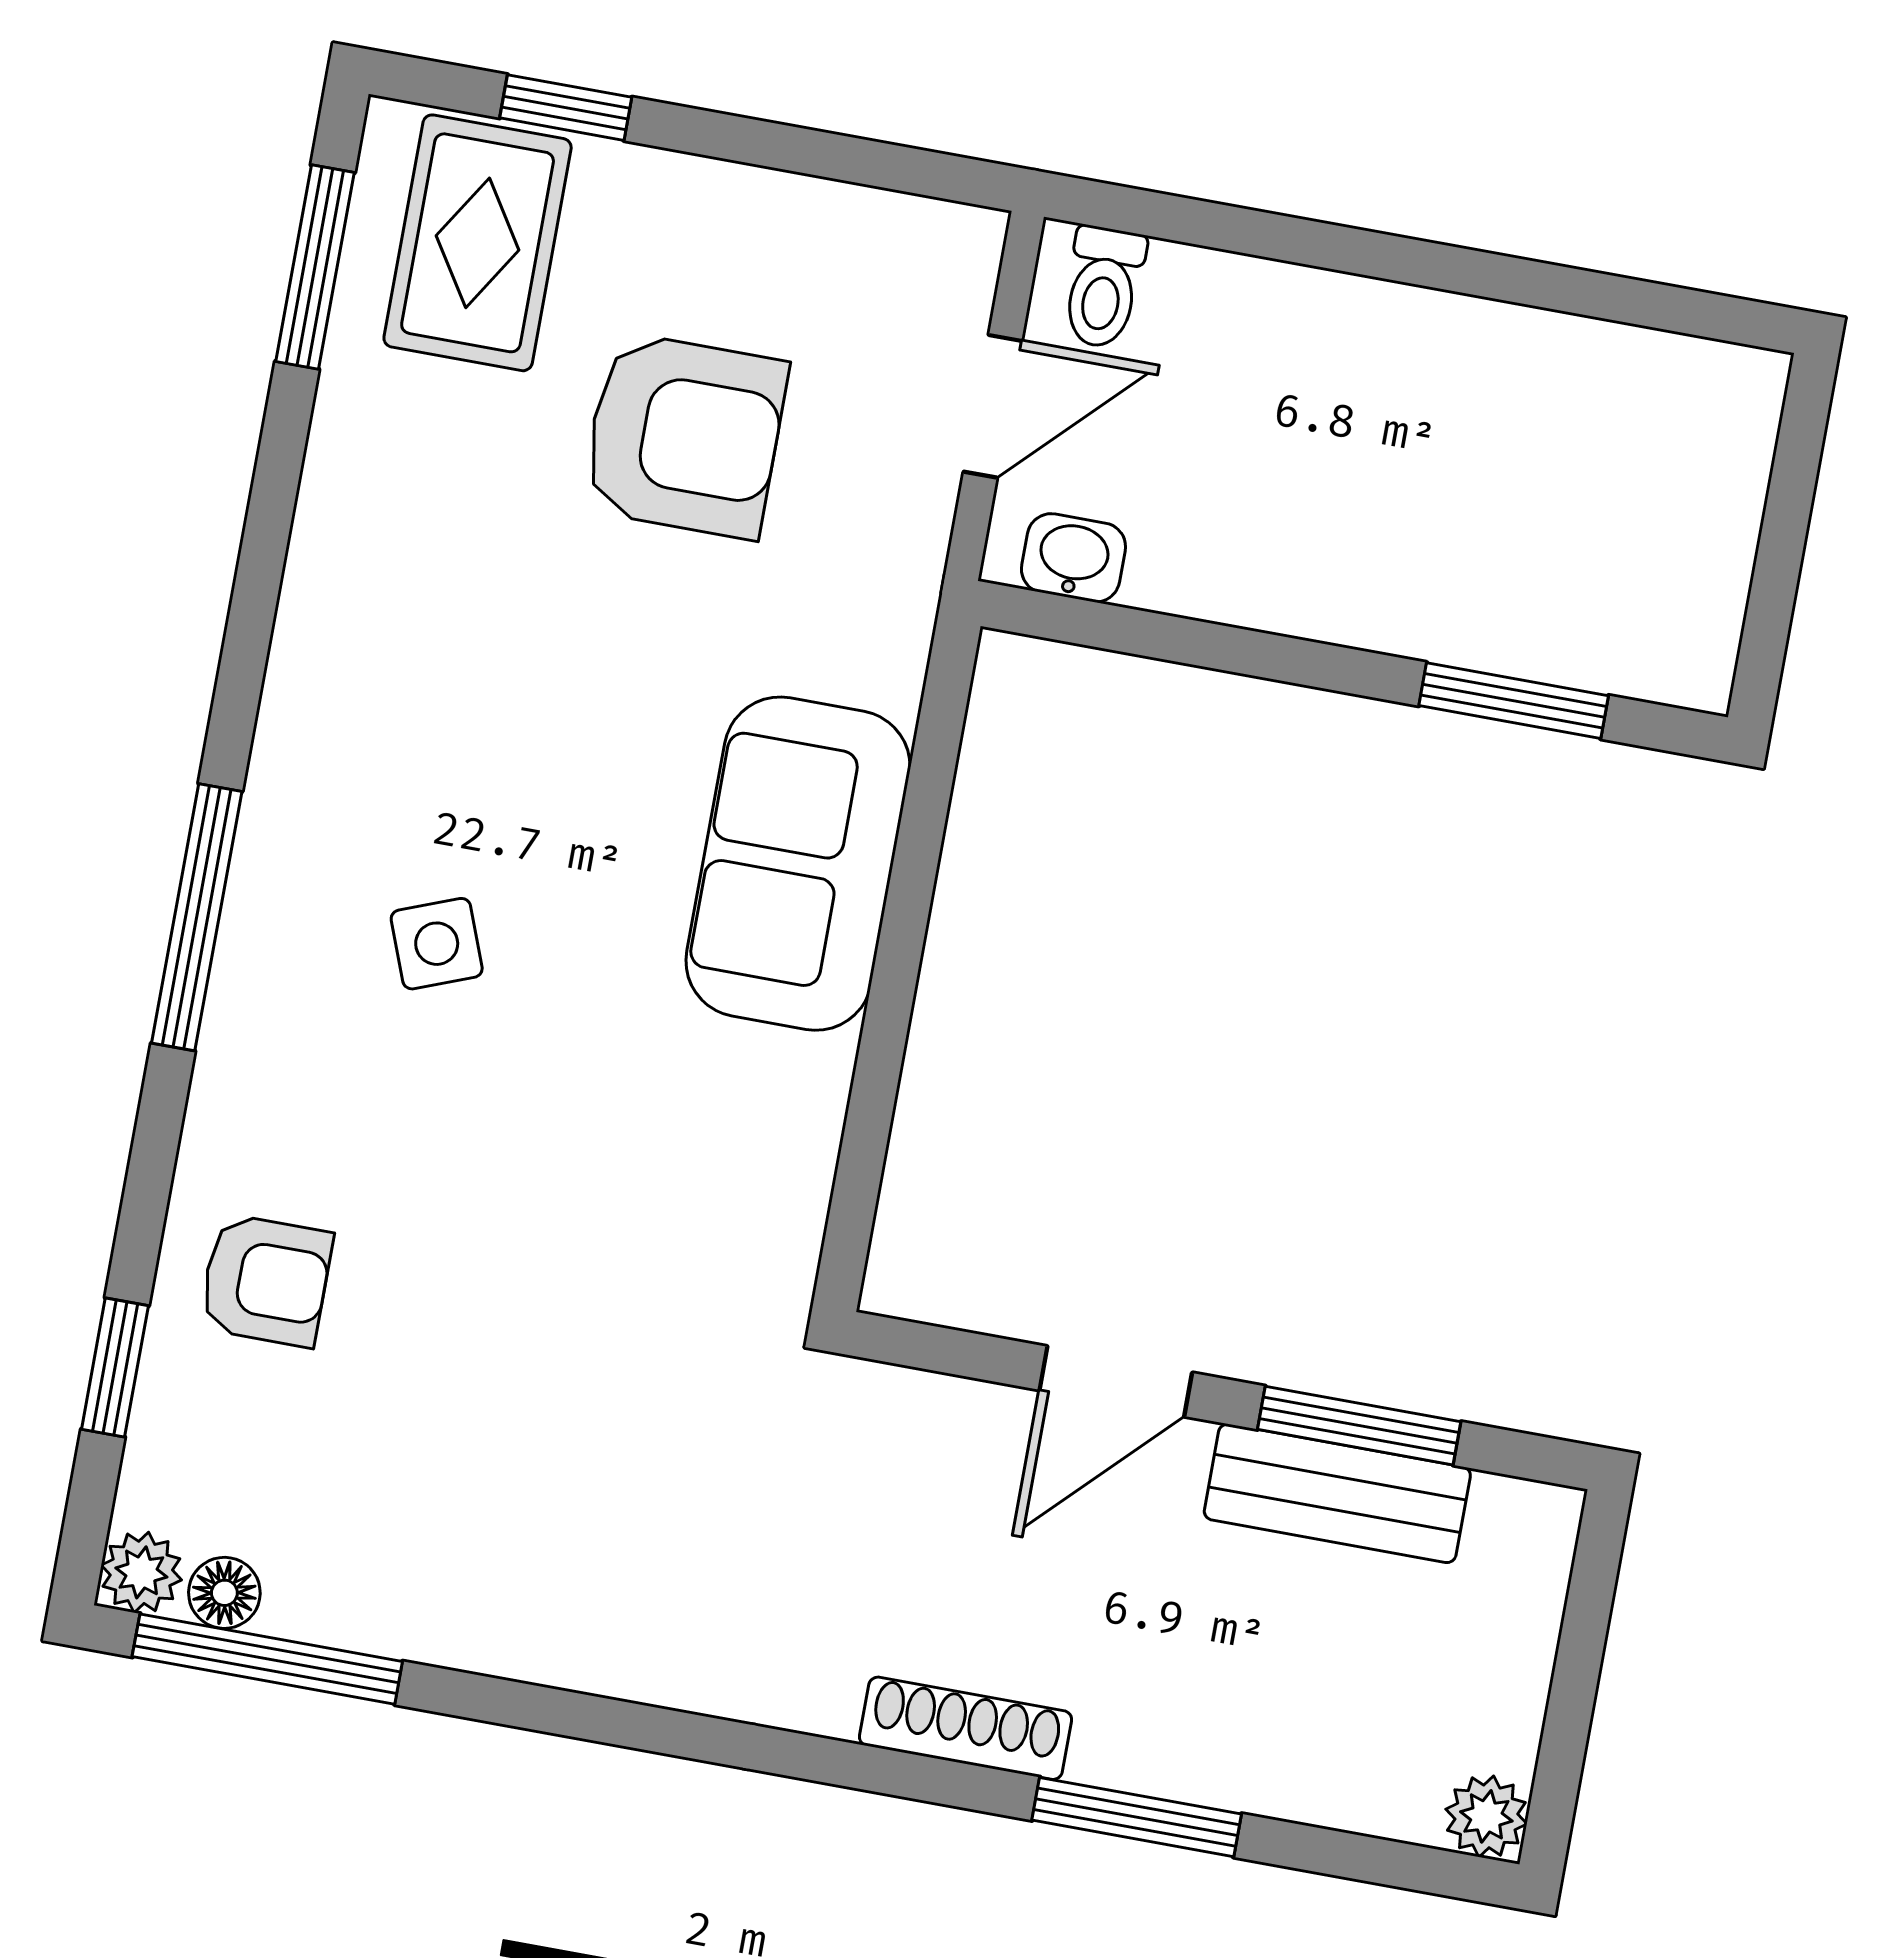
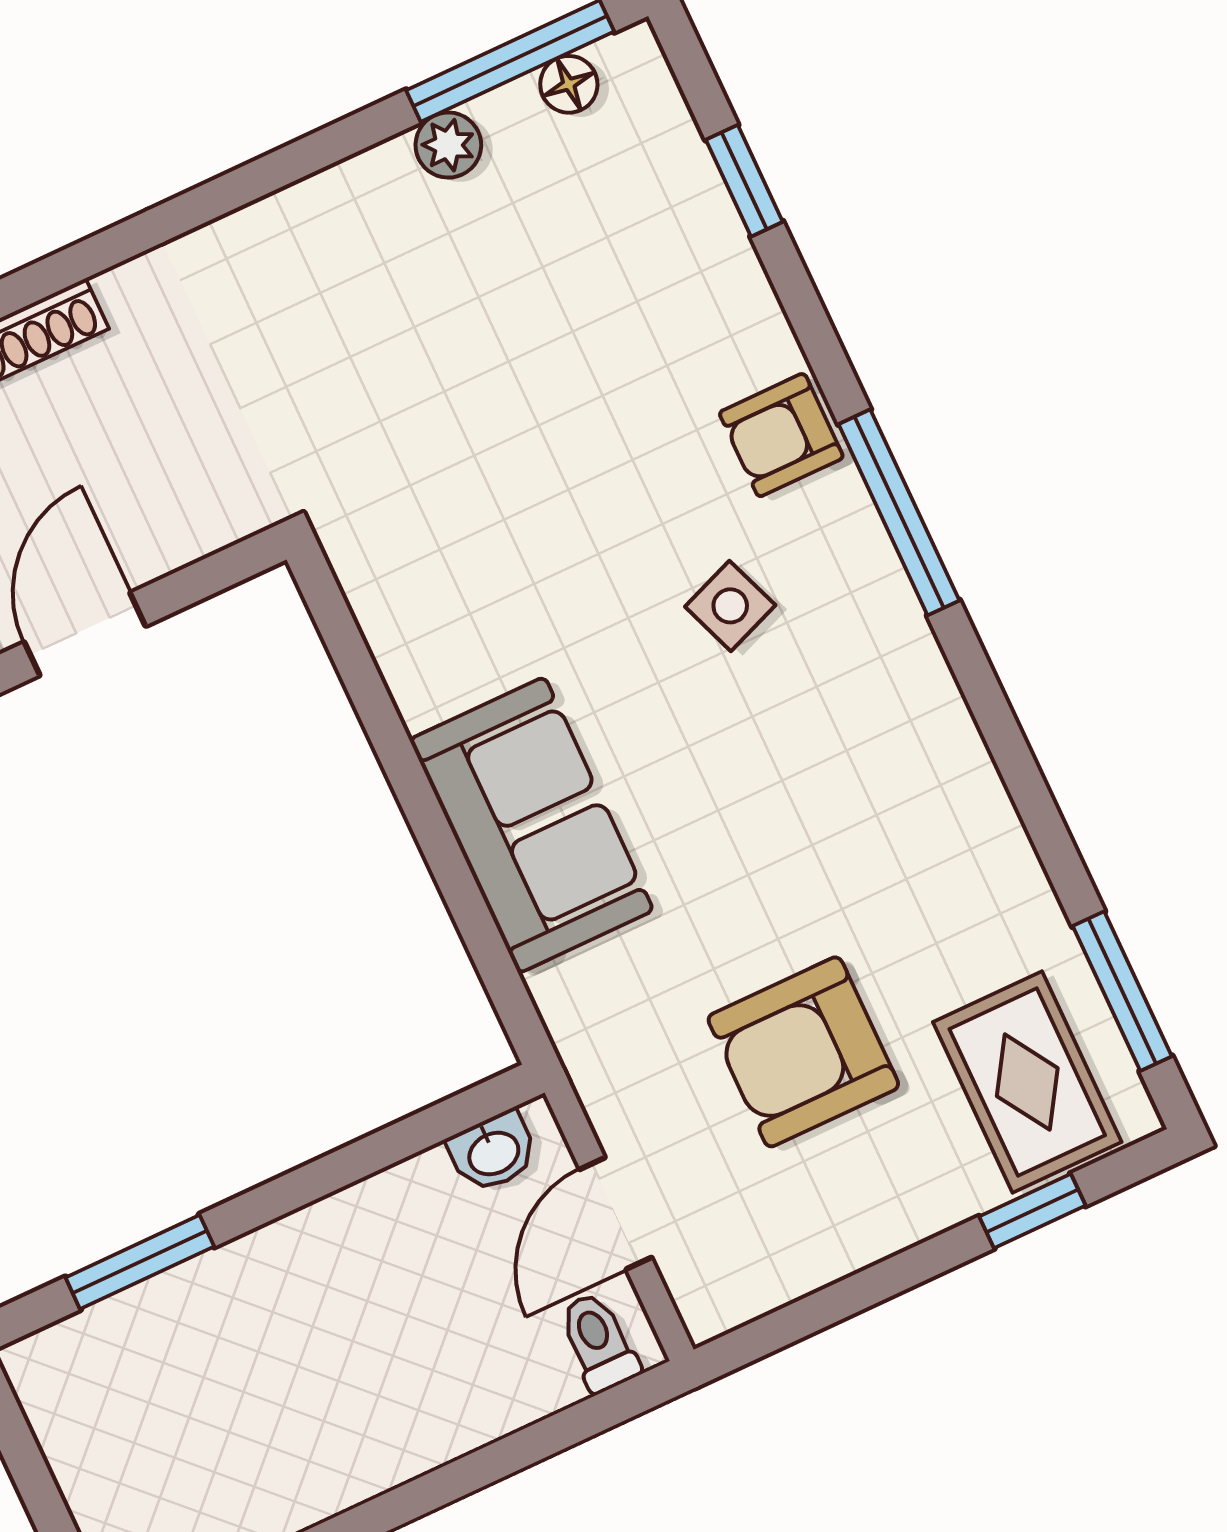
armchair: (266, 1280) -> (781, 435), moved
plant: (141, 1572) -> (448, 145), moved

